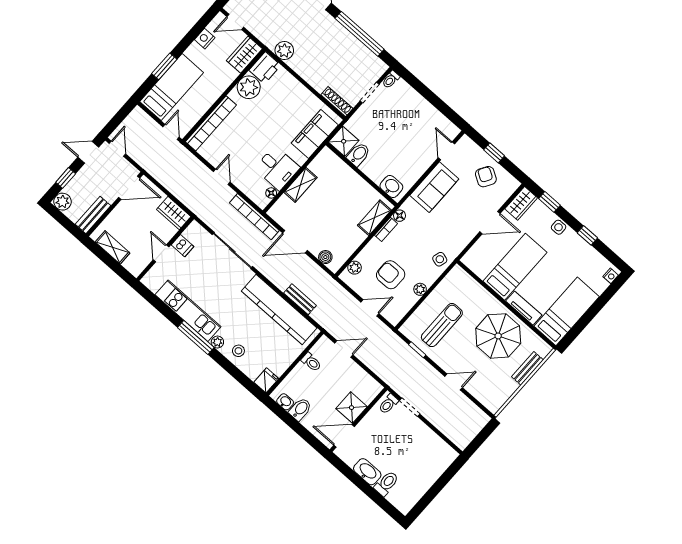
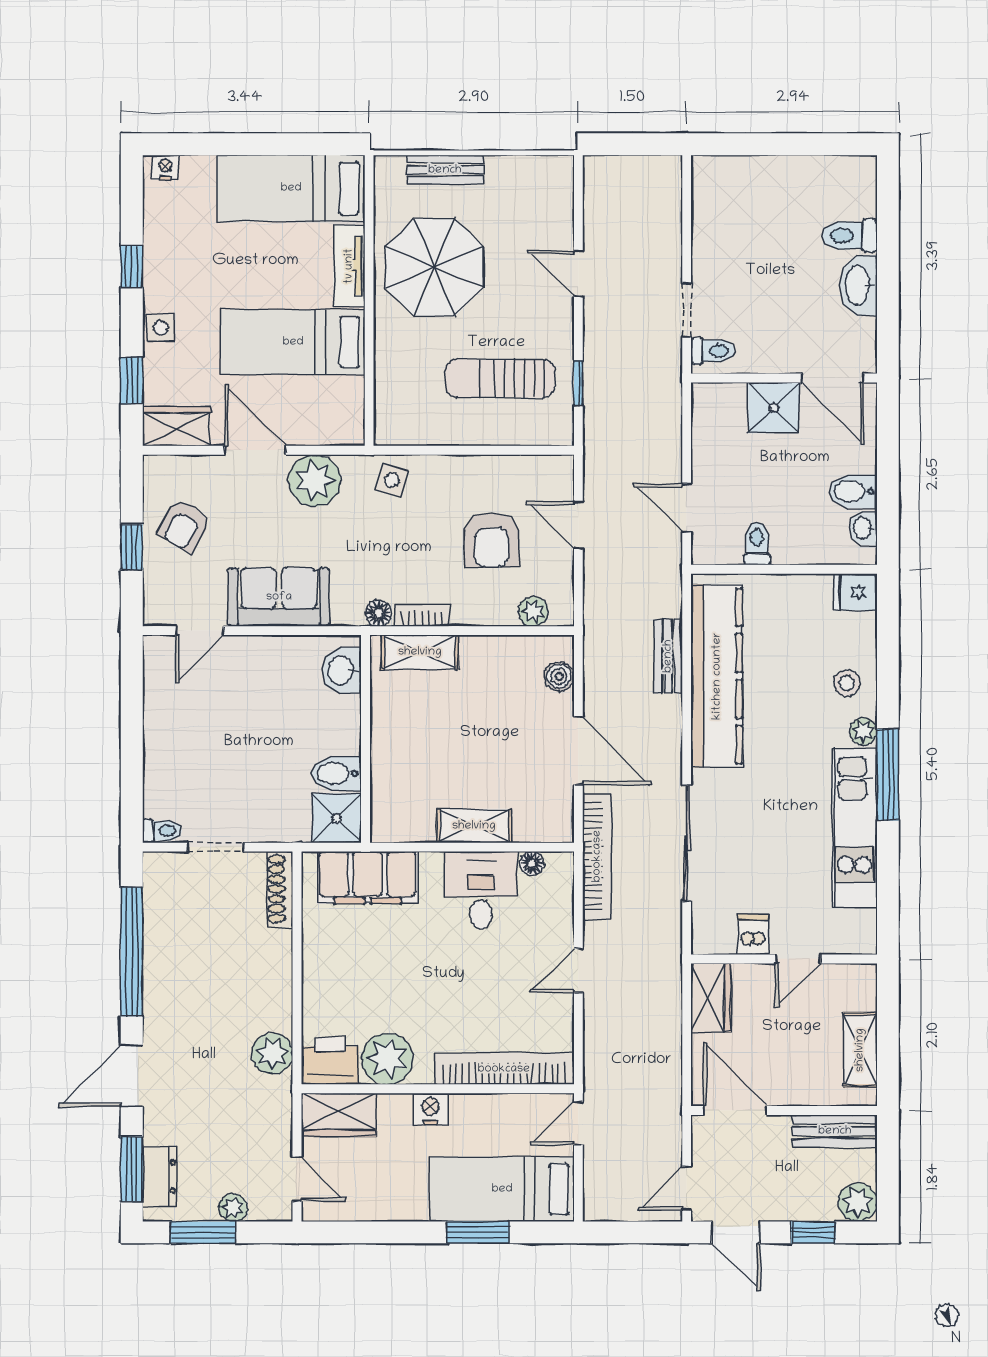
nightstand: (205, 39) -> (431, 1109), moved, turned 180
plant: (420, 289) -> (315, 481), moved, width x1.88, depth x1.88

